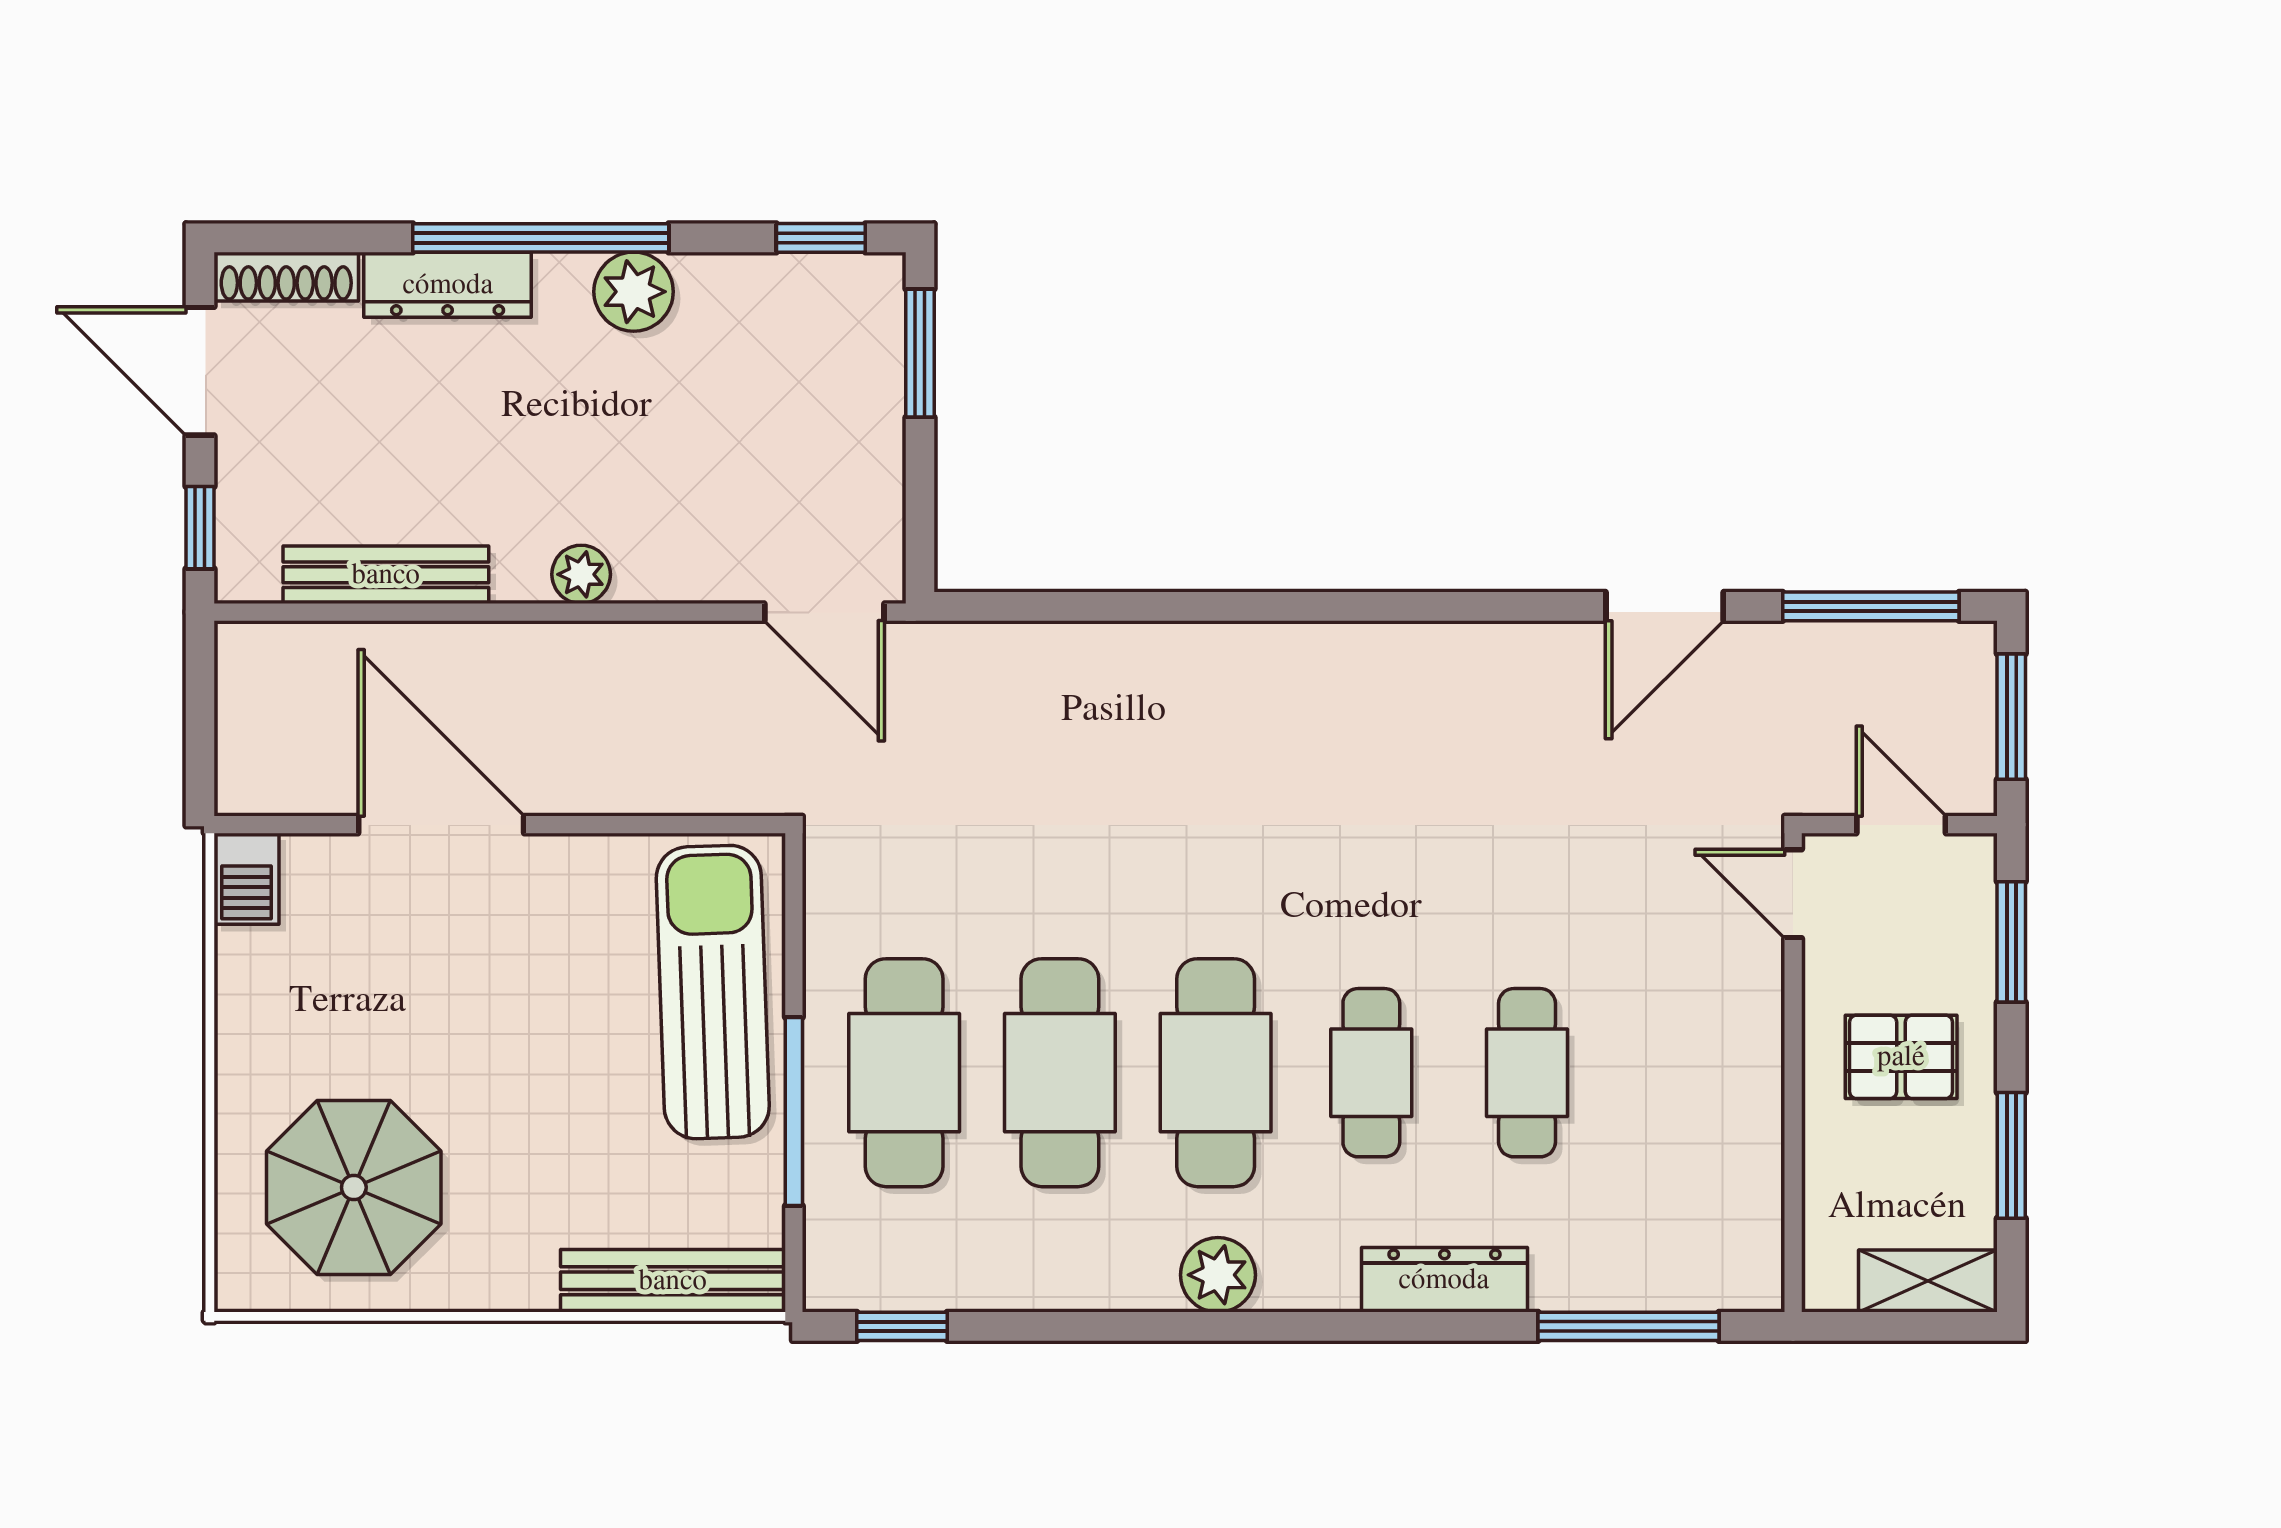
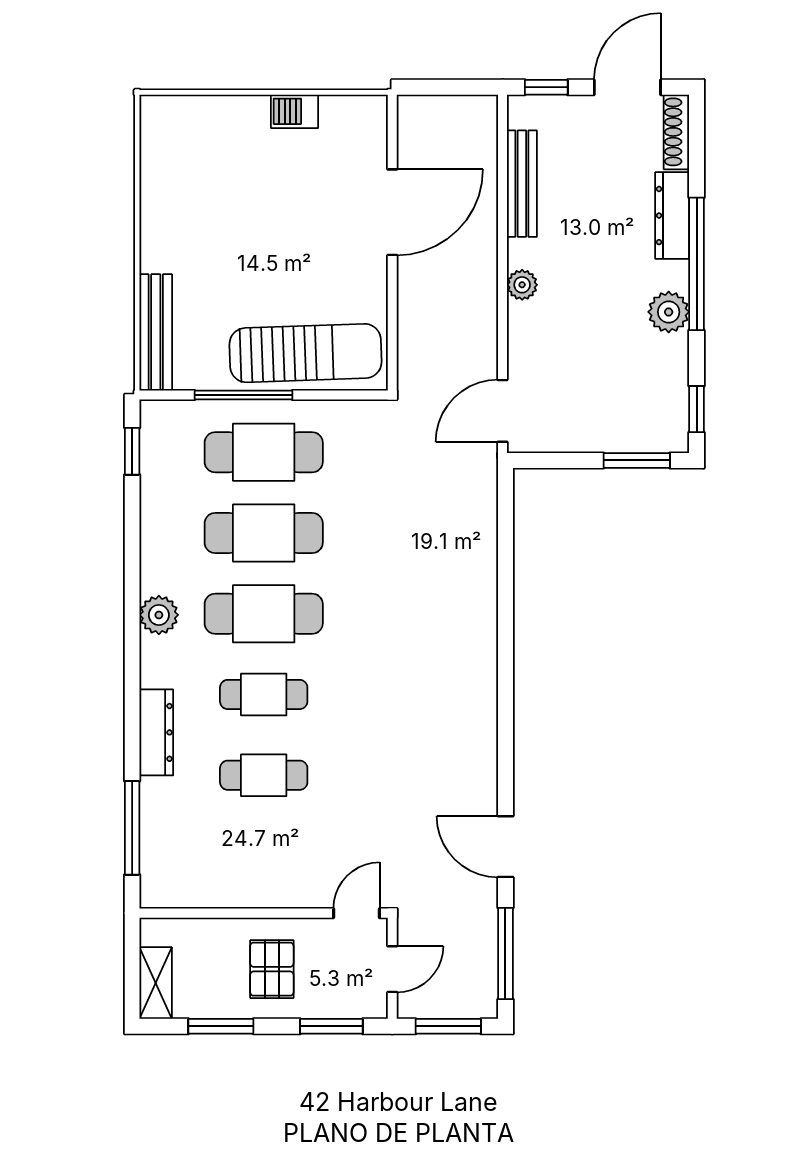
barbecue: (247, 879) -> (294, 111), moved
parasol: (354, 1187) -> (204, 167), removed

